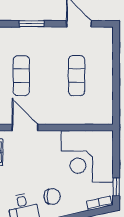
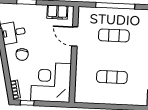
door: (25, 127) -> (75, 36), swing flipped

